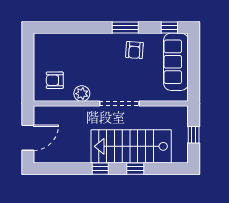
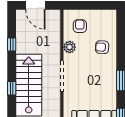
armchair: (134, 50) -> (102, 47), moved
window: (100, 169) -> (12, 44), moved

